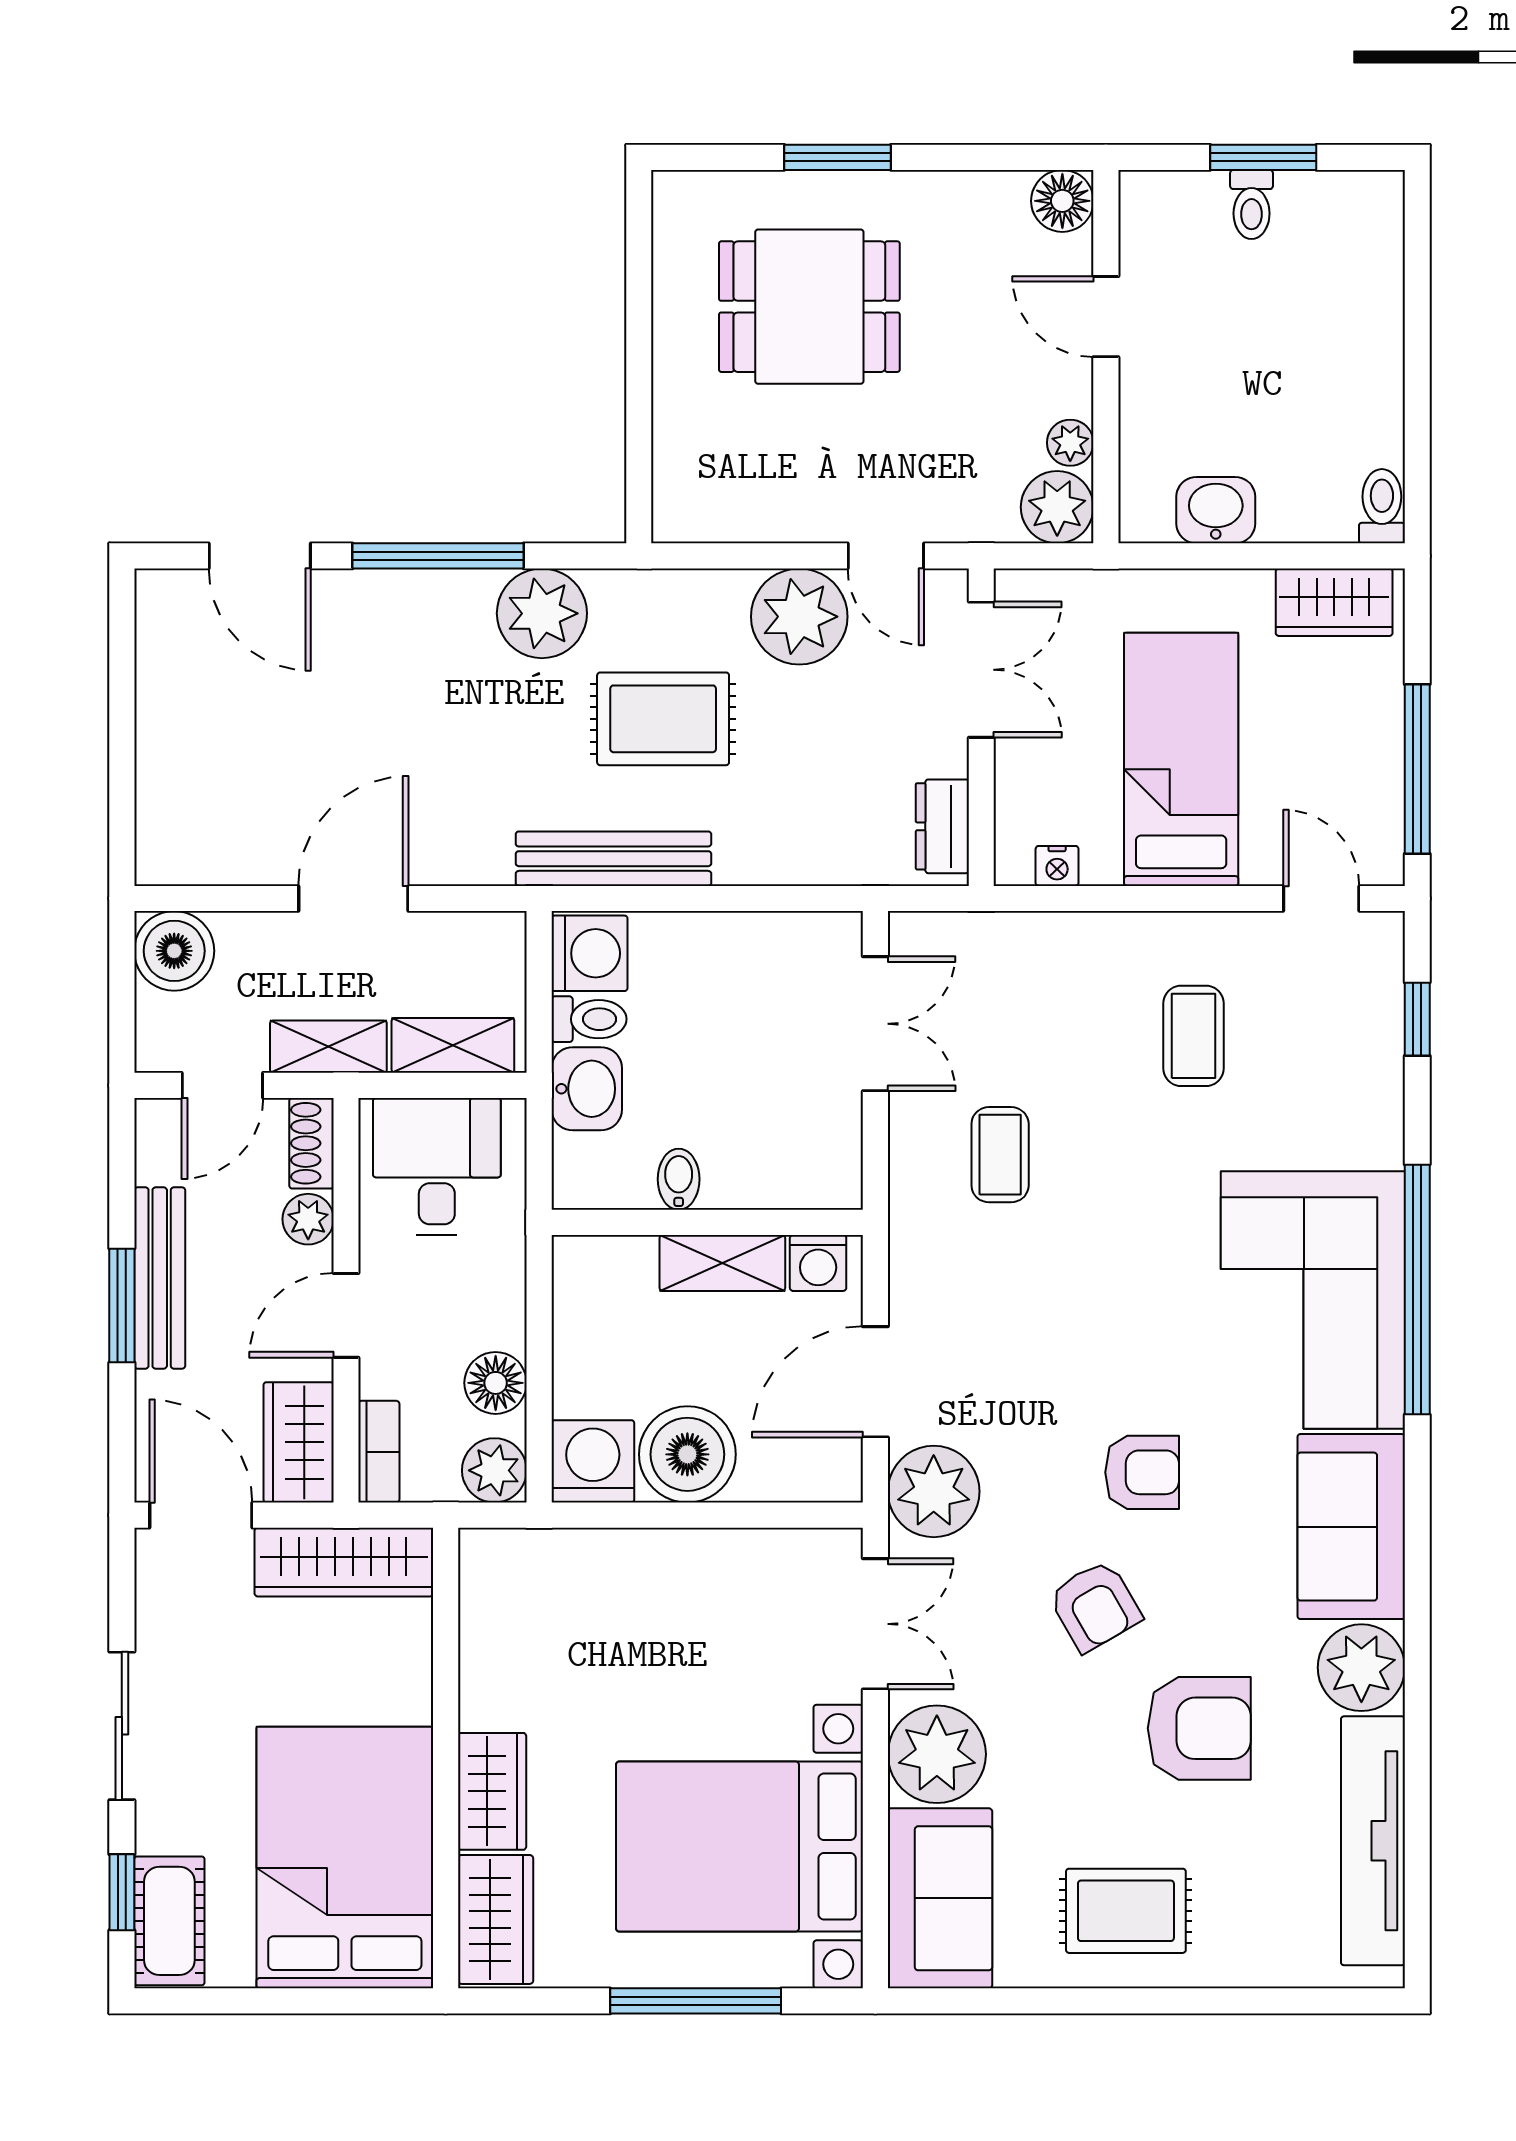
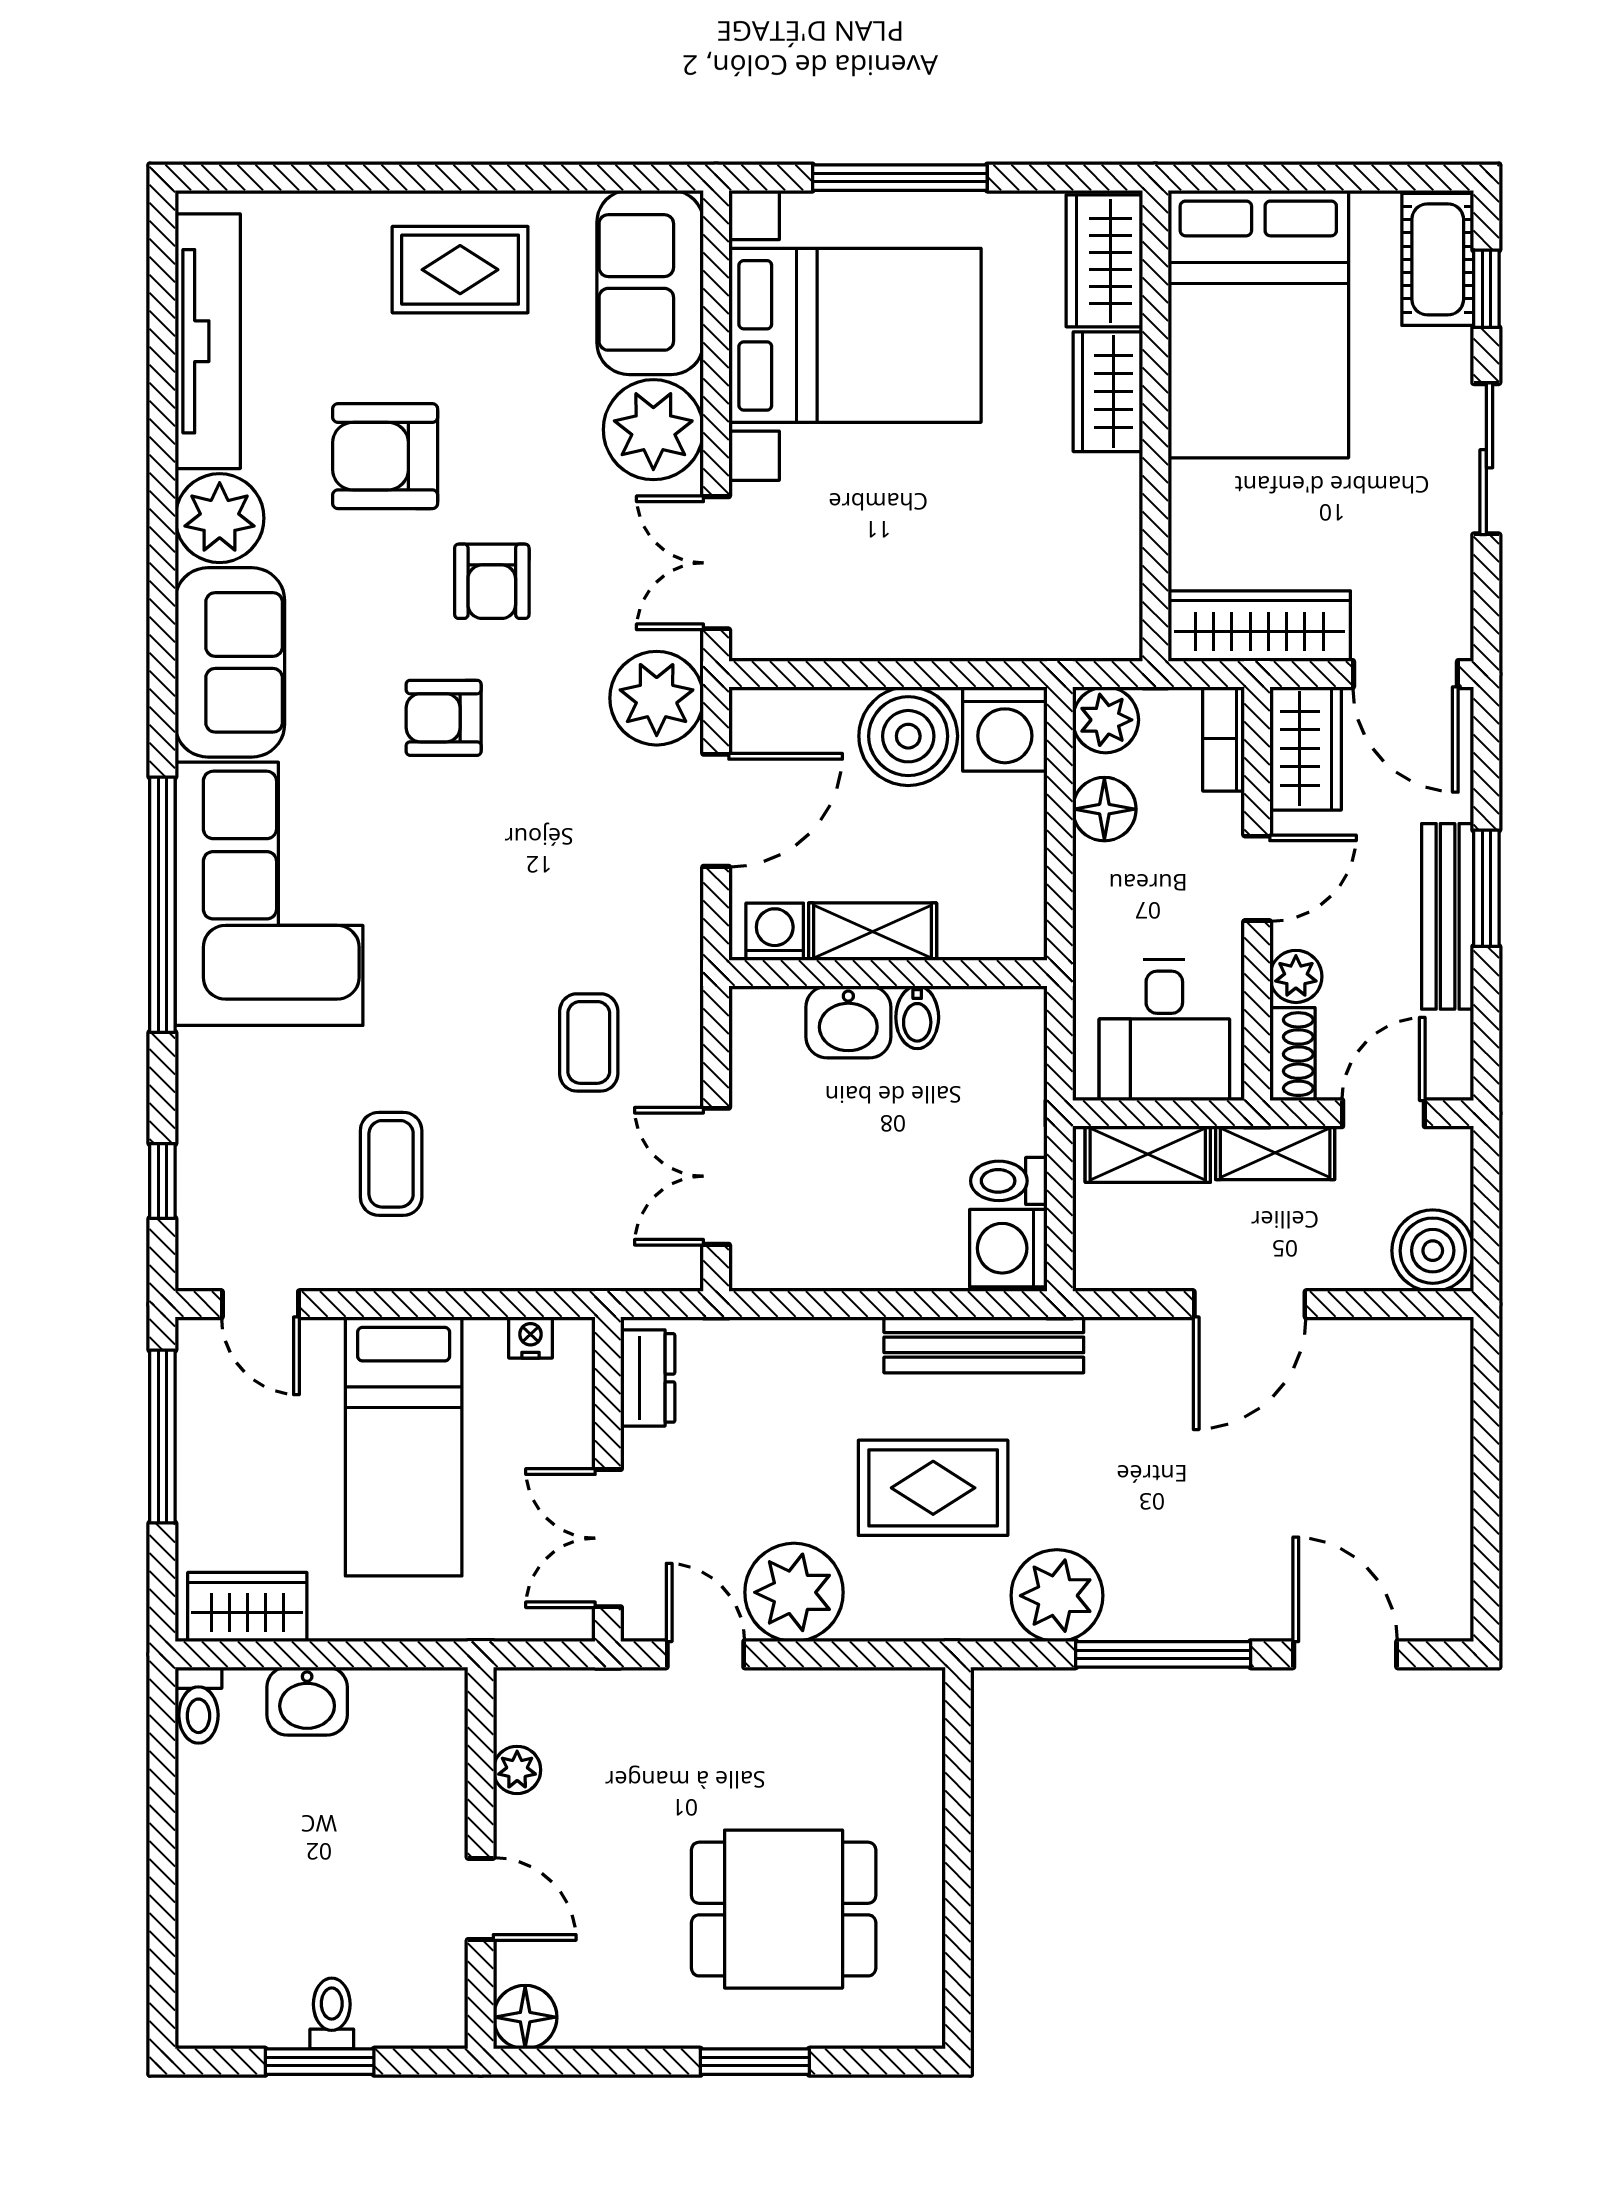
plant: (1057, 507) -> (530, 1704), removed
washbasin: (1216, 510) -> (307, 1701), moved
washbasin: (587, 1089) -> (848, 1022), moved, turned -90
armchair: (1095, 1606) -> (492, 581), turned -150

